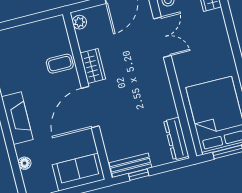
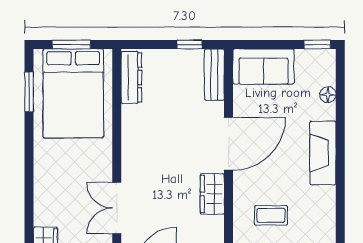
coffee table: (60, 64) -> (271, 215), moved
bench: (131, 165) -> (214, 75), moved, turned 90

